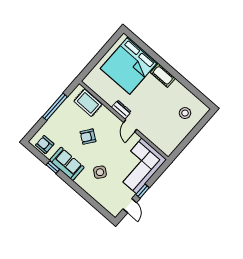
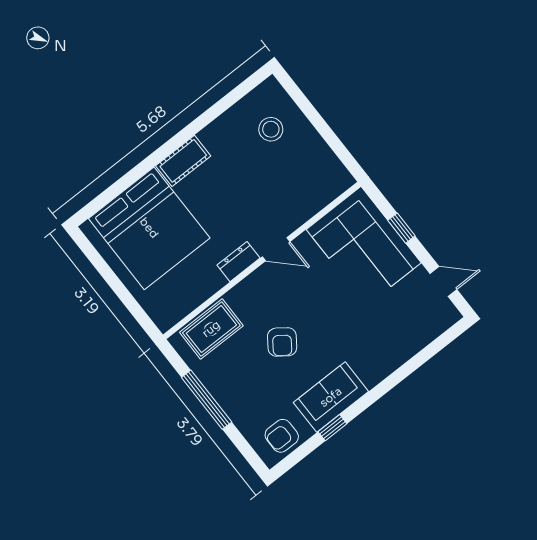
side table: (100, 172) -> (361, 331), removed
window: (143, 191) -> (401, 228), moved

